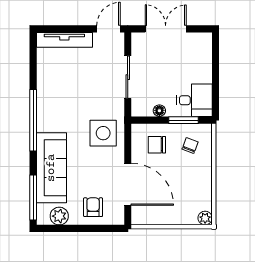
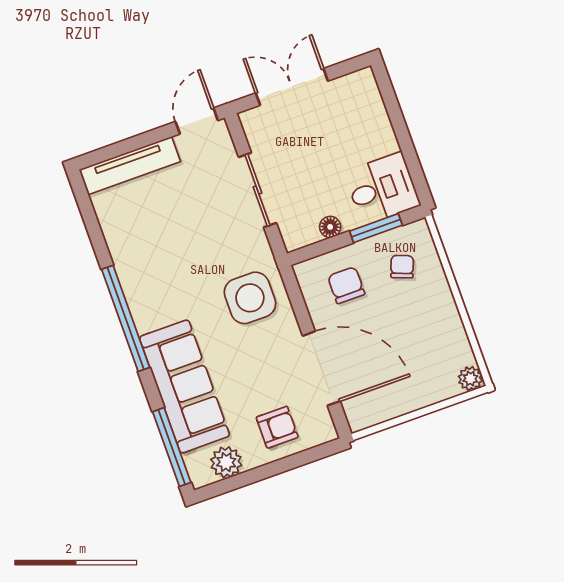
chair: (157, 145) -> (346, 285), turned 90
armchair: (93, 207) -> (277, 427), turned 90

